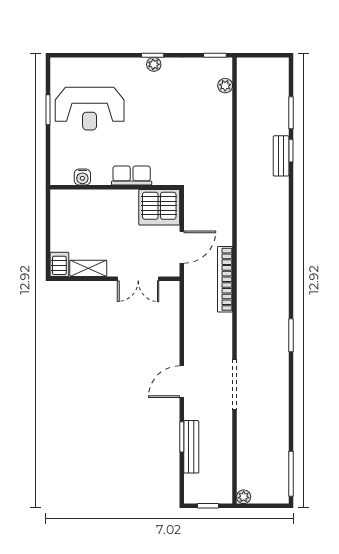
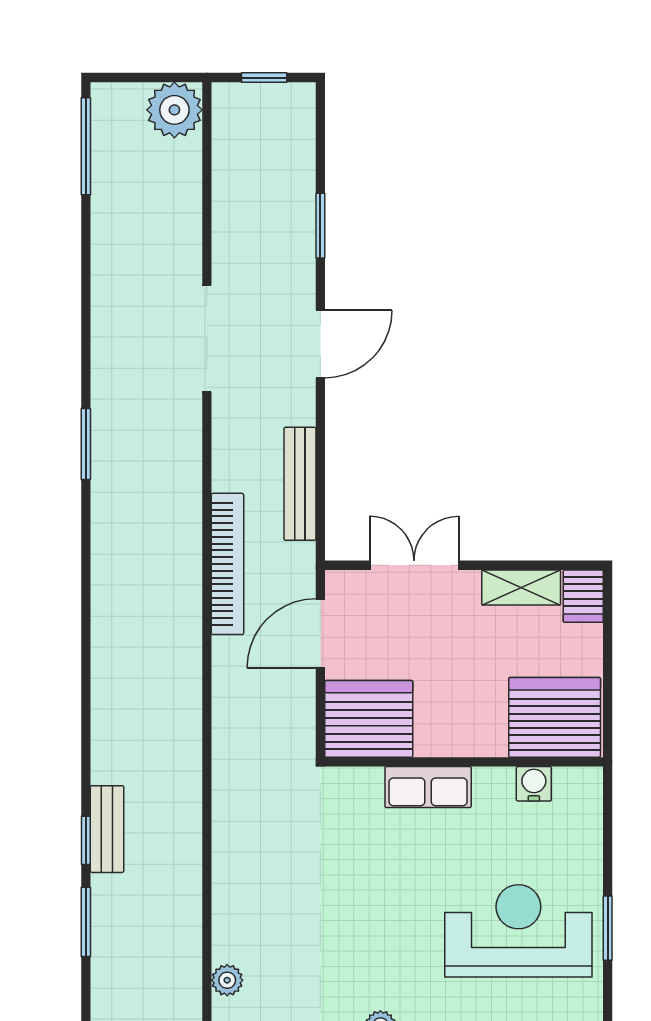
server rack: (73, 208) -> (555, 717), added
bench: (191, 447) -> (300, 484), moved
plant: (244, 497) -> (174, 110), width x1.87, depth x1.87

